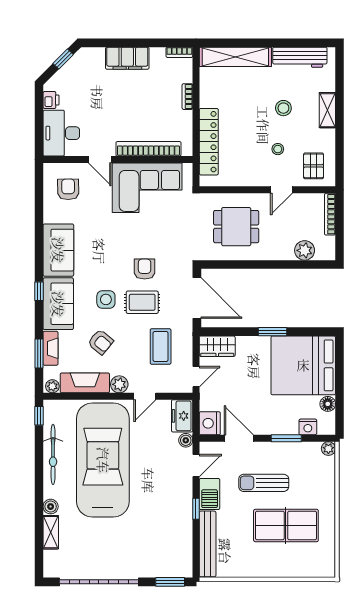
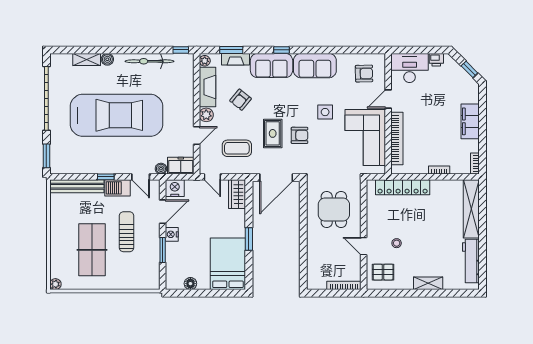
stool: (283, 108) -> (430, 248), removed
plant: (305, 250) -> (315, 265), removed
side table: (106, 299) -> (325, 112), moved
bed: (303, 365) -> (228, 264), width x0.73
door: (145, 396) -> (197, 136), swing flipped
nightstand: (308, 427) -> (172, 234), moved
plant: (328, 449) -> (55, 284), moved
car: (103, 460) -> (116, 115), moved

